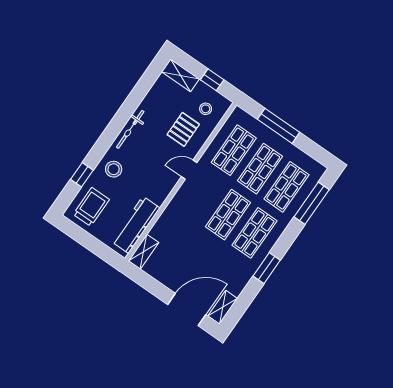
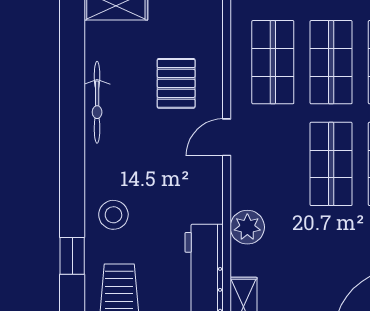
stool: (206, 109) -> (188, 30), removed
bicycle: (130, 129) -> (97, 102), moved
plant: (170, 217) -> (247, 227), added

